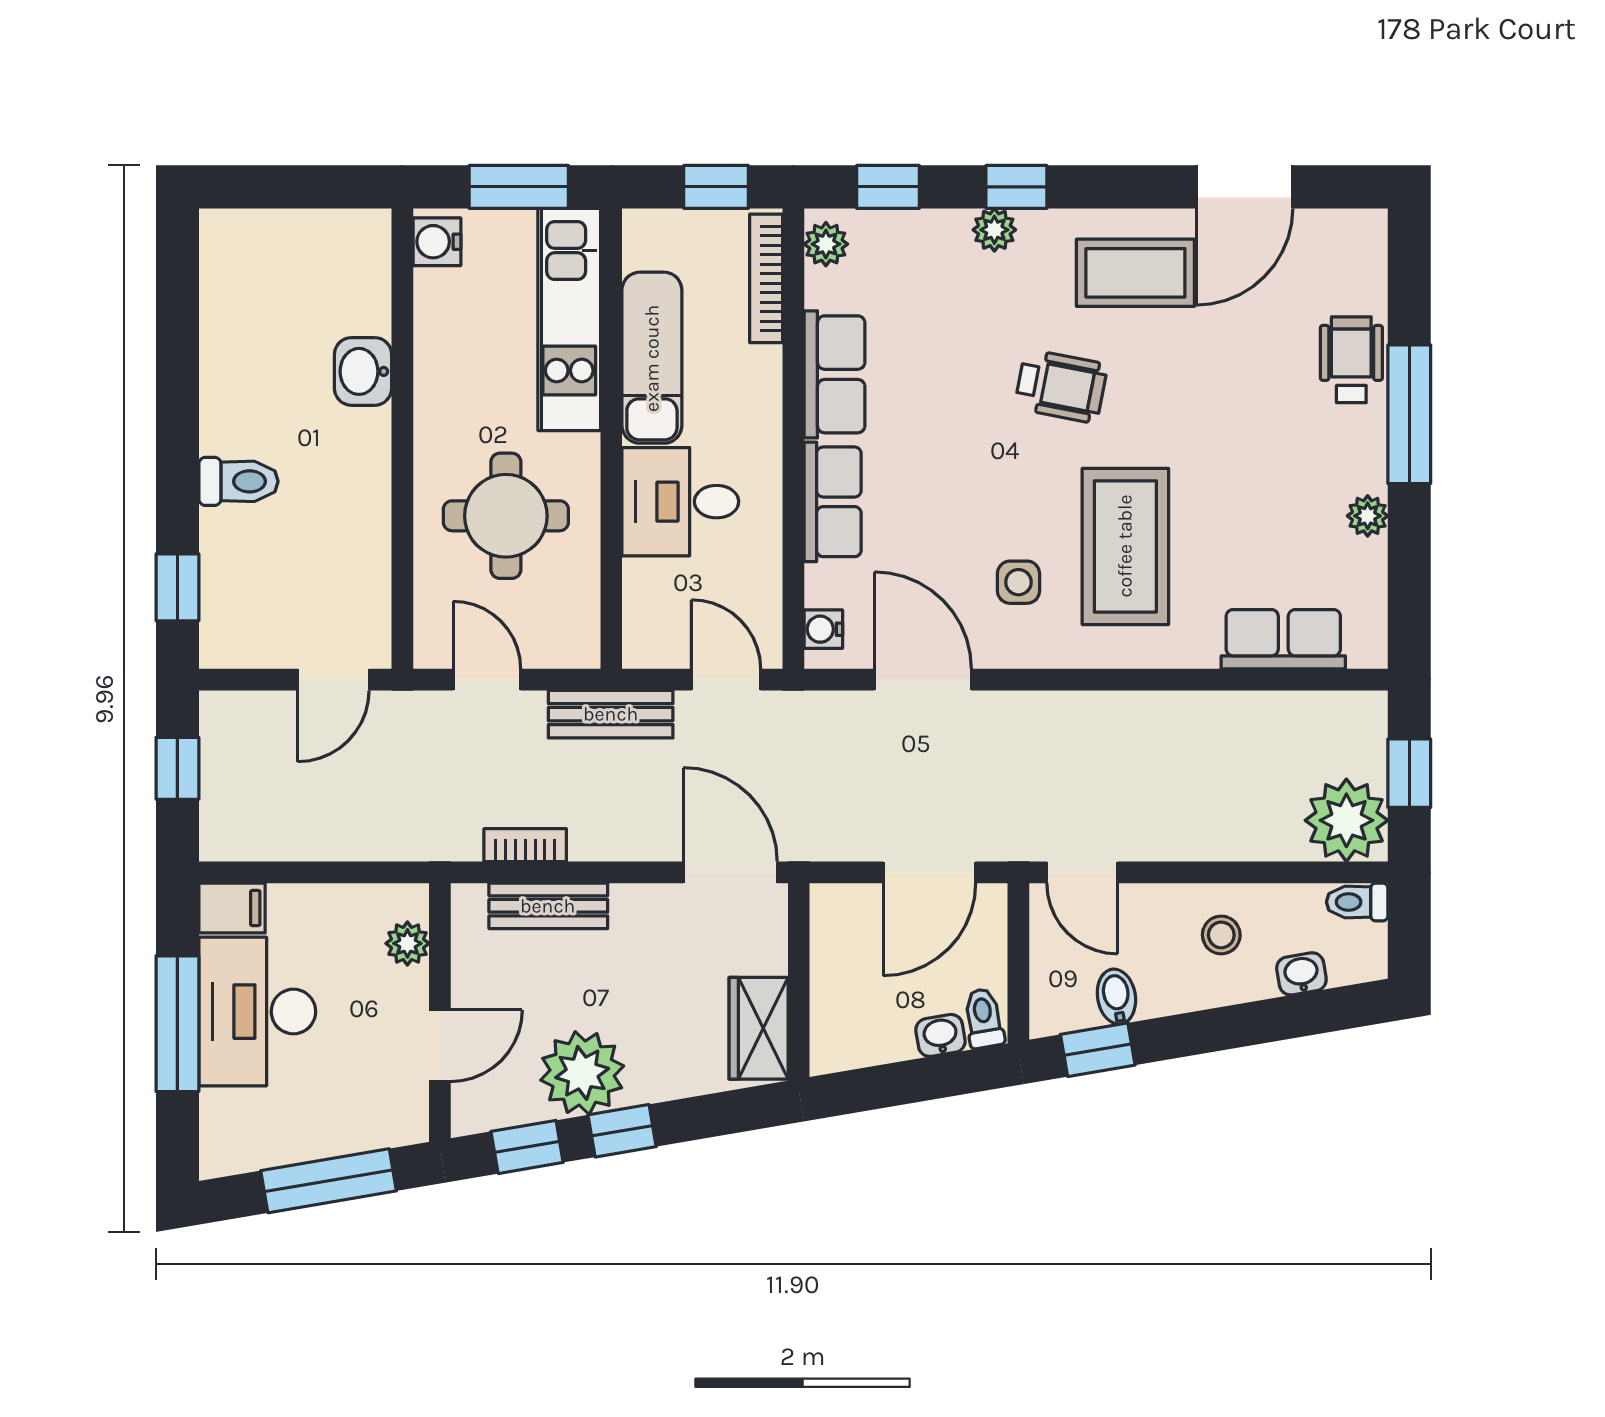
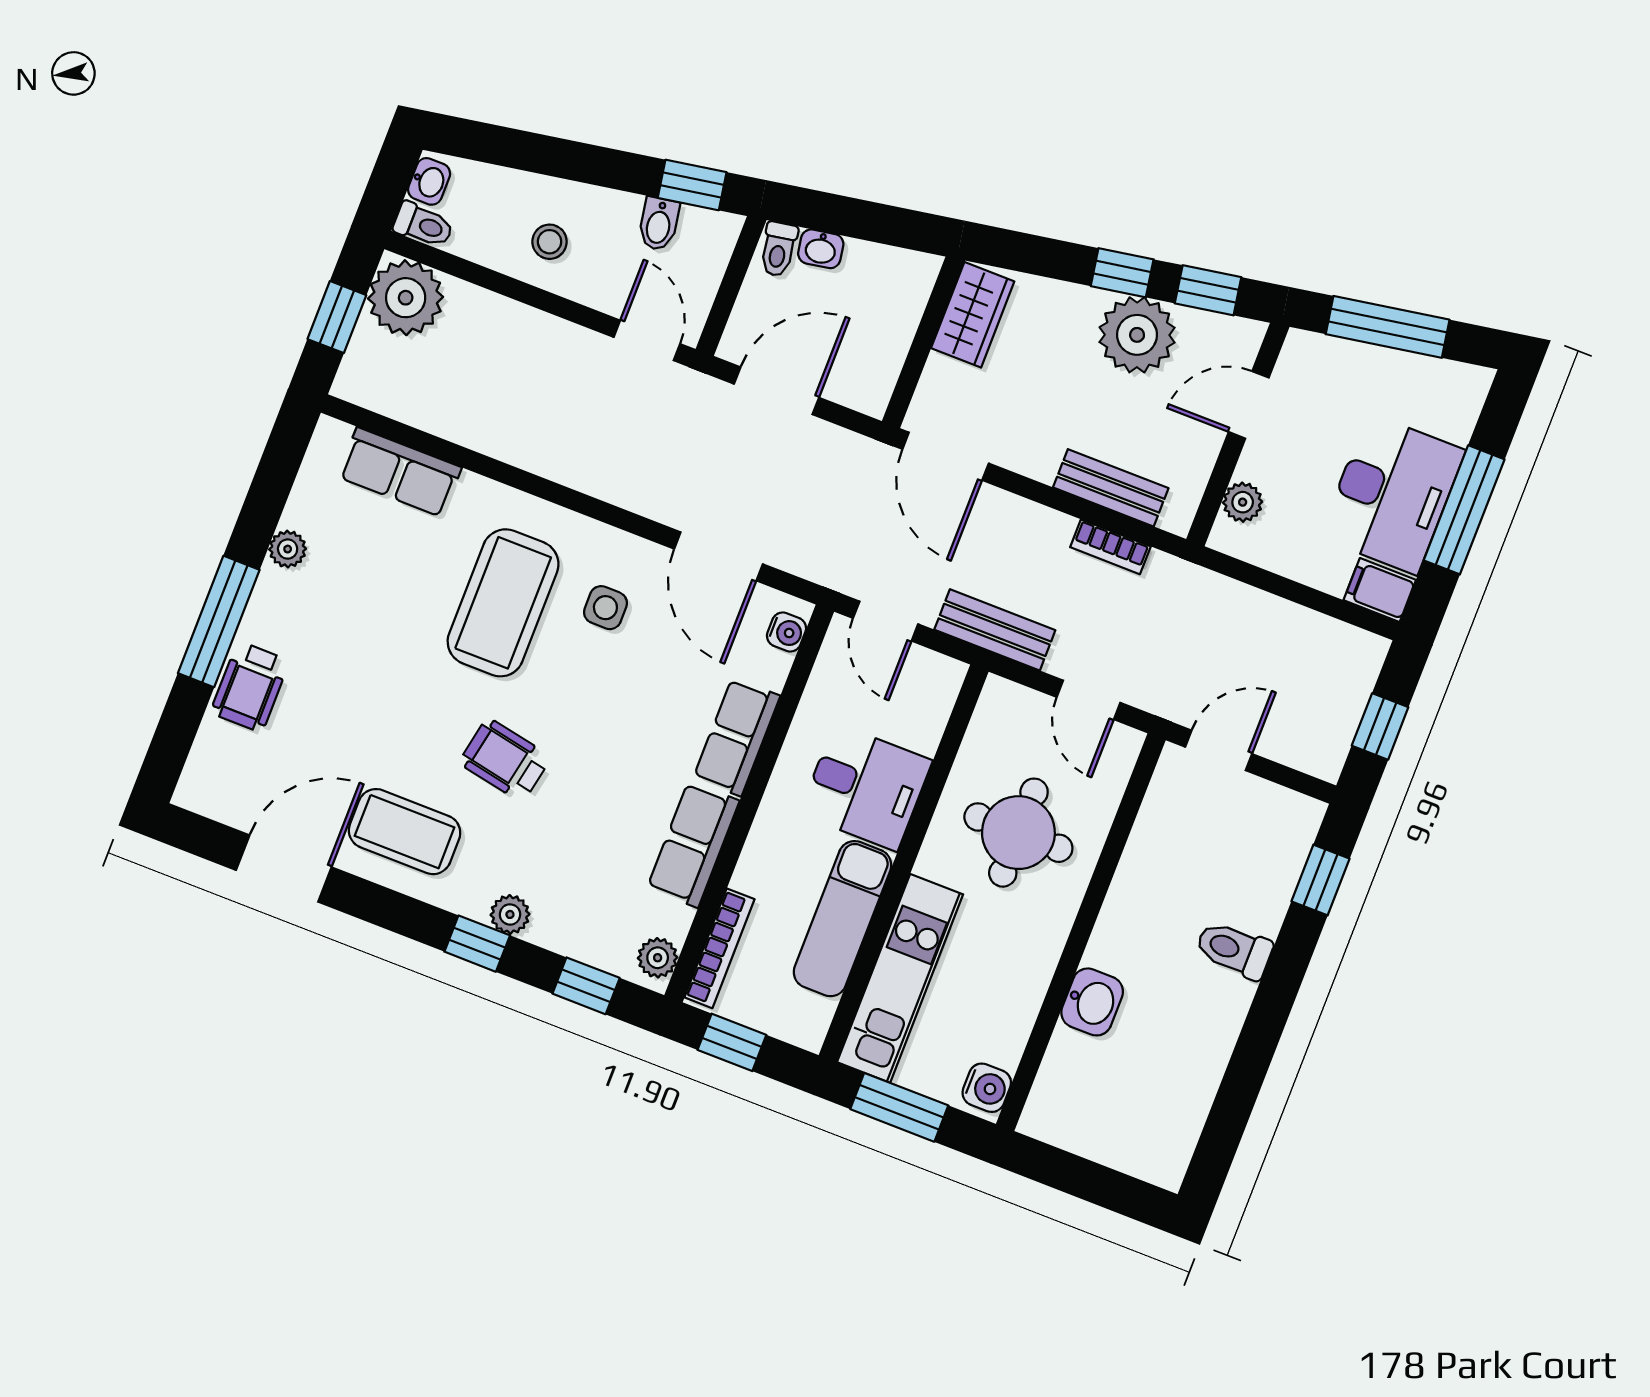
washbasin: (1301, 974) -> (429, 181), moved, turned -80

